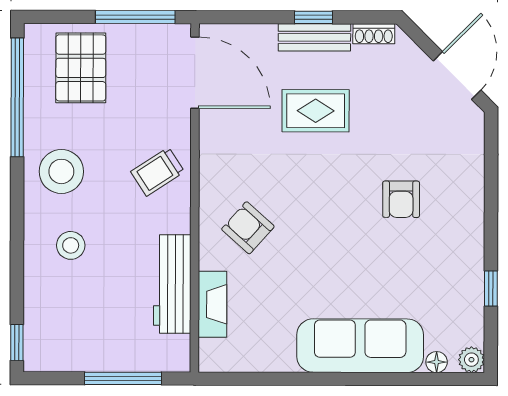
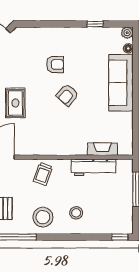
trolley: (158, 172) -> (43, 174), turned 53
armchair: (248, 228) -> (67, 95), moved

